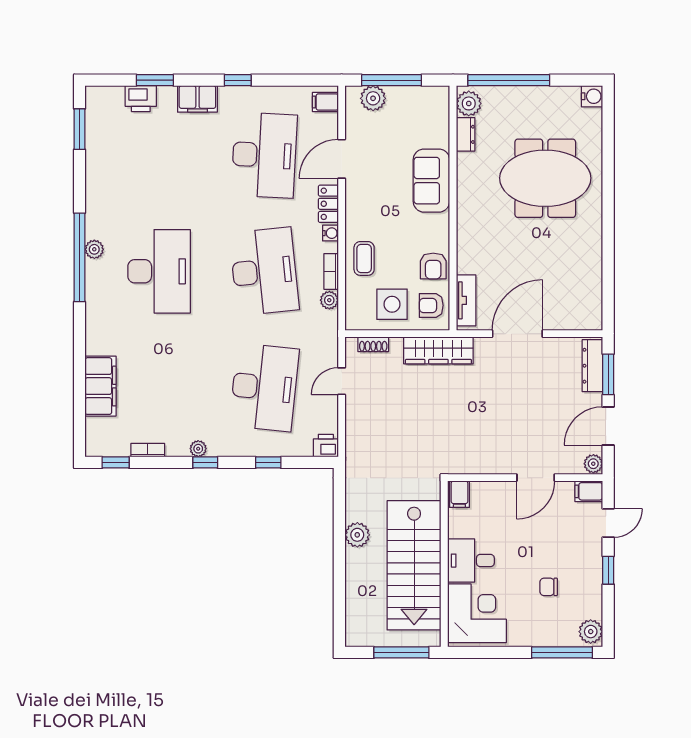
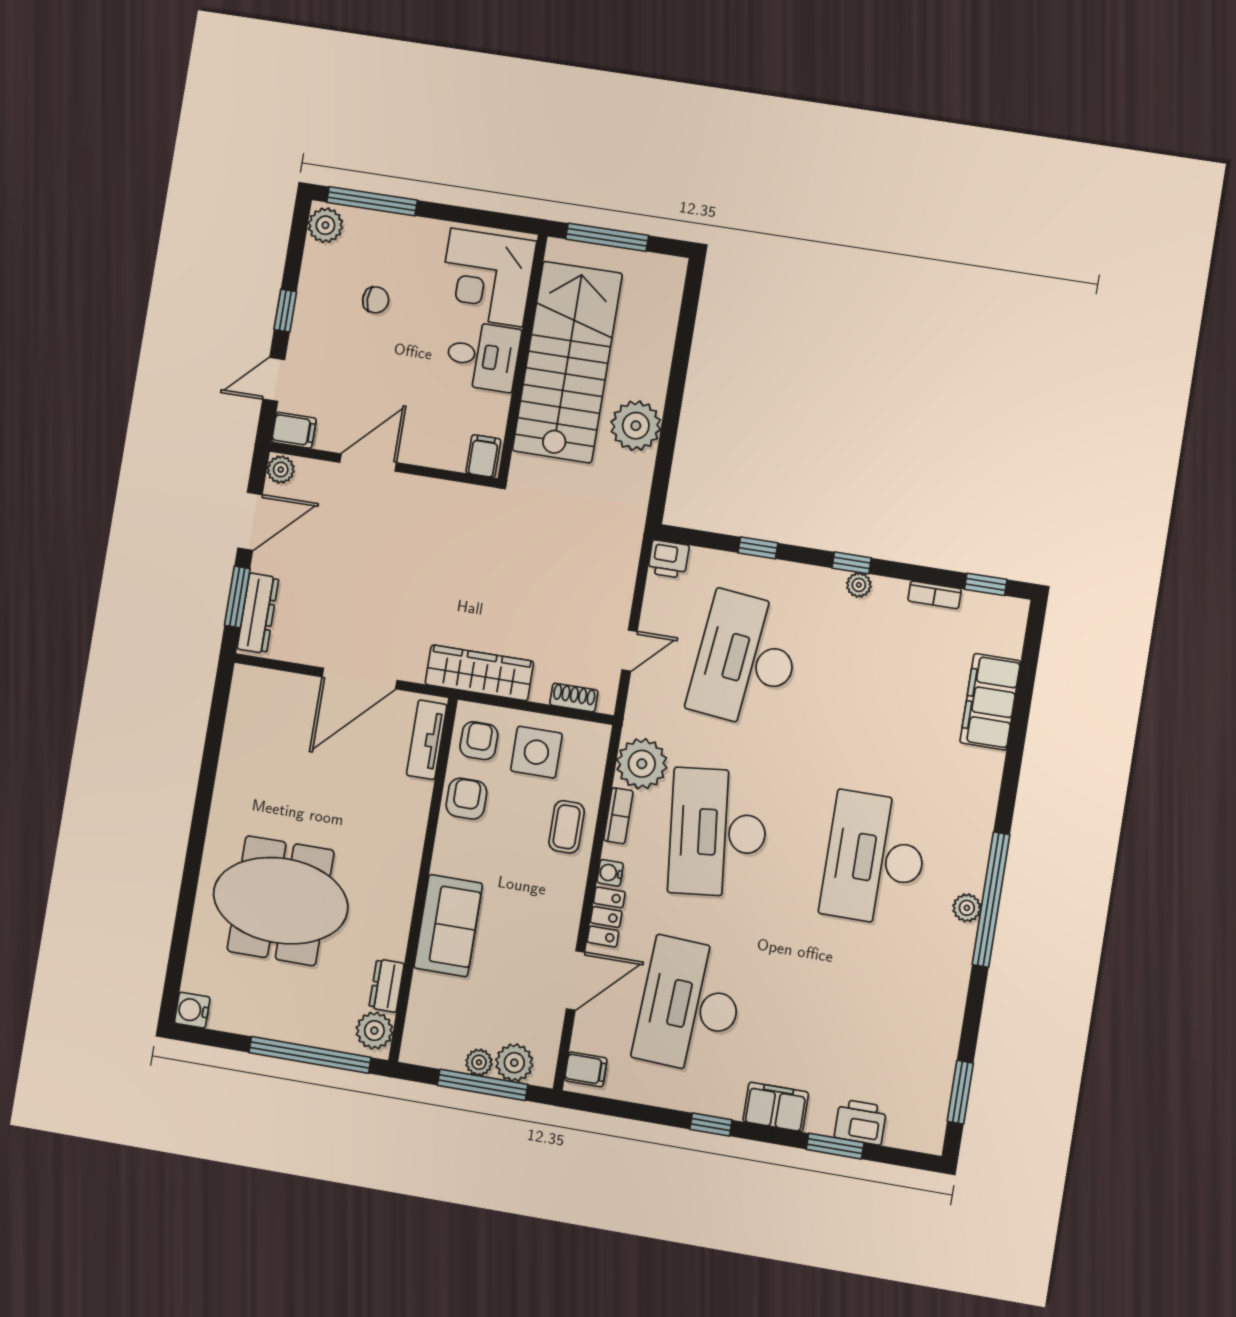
plant: (396, 95) -> (479, 1062), added
plant: (329, 300) -> (642, 764), width x1.88, depth x1.88
armchair: (431, 305) -> (479, 741), turned -90
plant: (357, 535) -> (636, 426), width x1.36, depth x1.36

